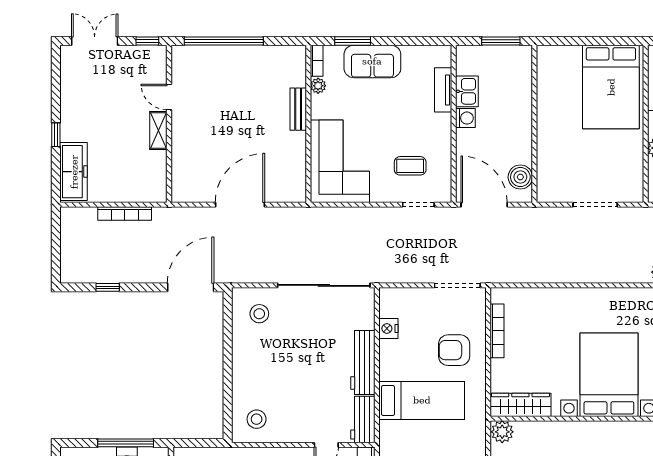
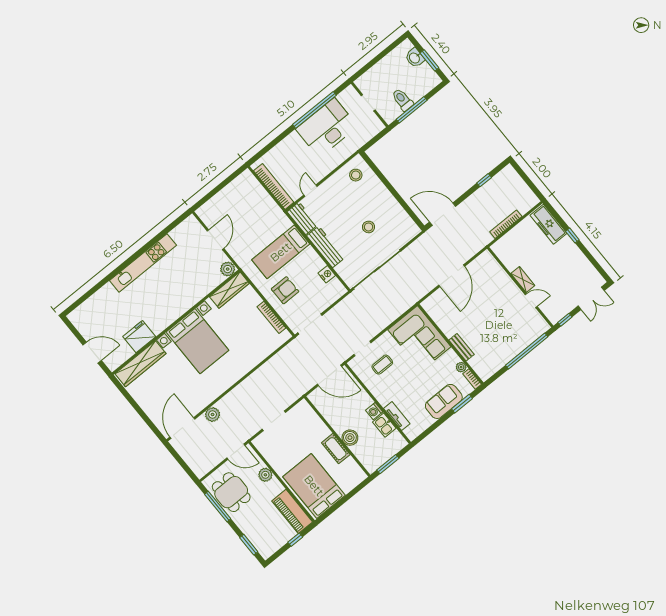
cot: (548, 111) -> (336, 449), added
boiler: (520, 177) -> (350, 438), moved
door: (191, 287) -> (443, 214), swing flipped
stool: (259, 314) -> (369, 227), moved

